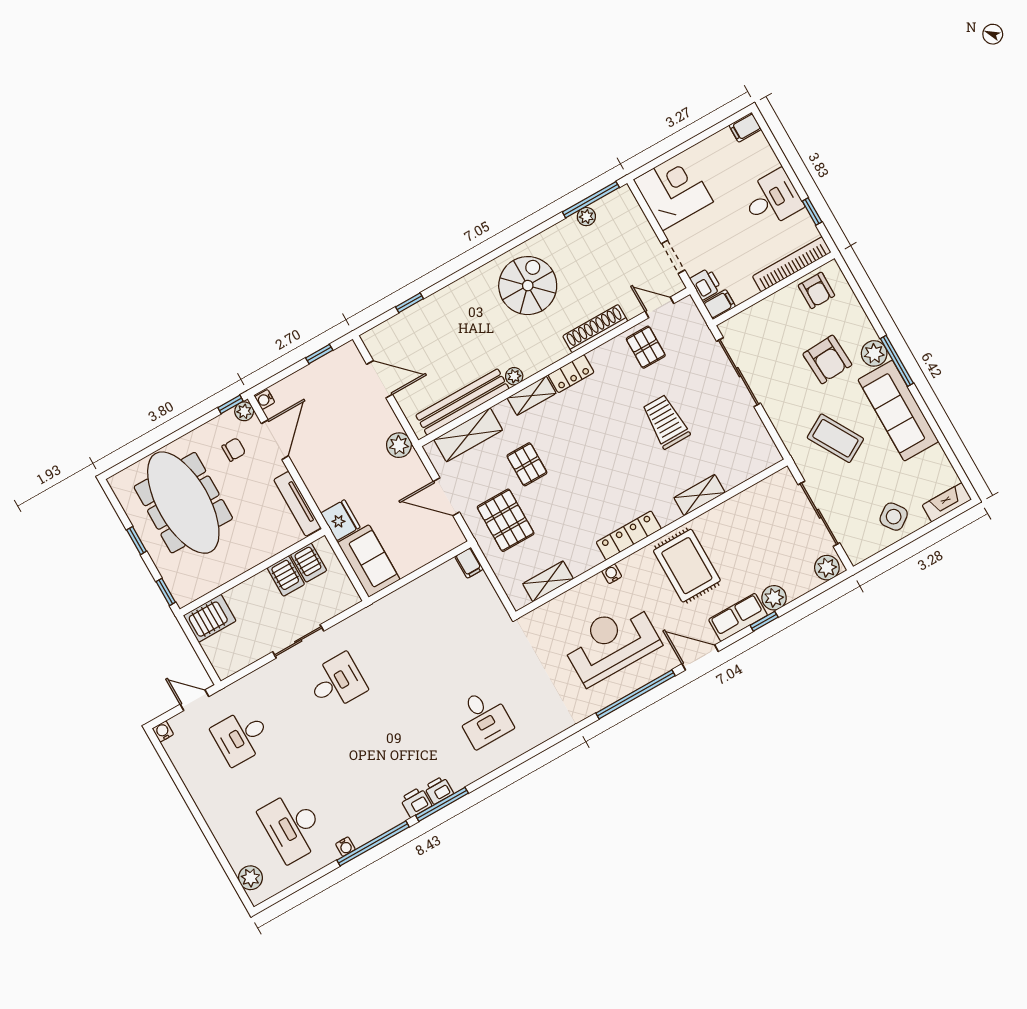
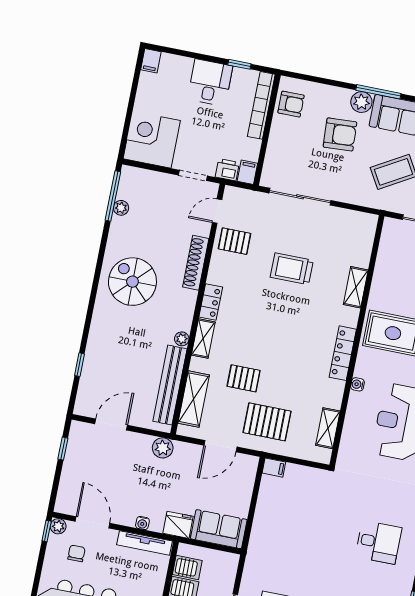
water cooler: (265, 399) -> (142, 523), moved

